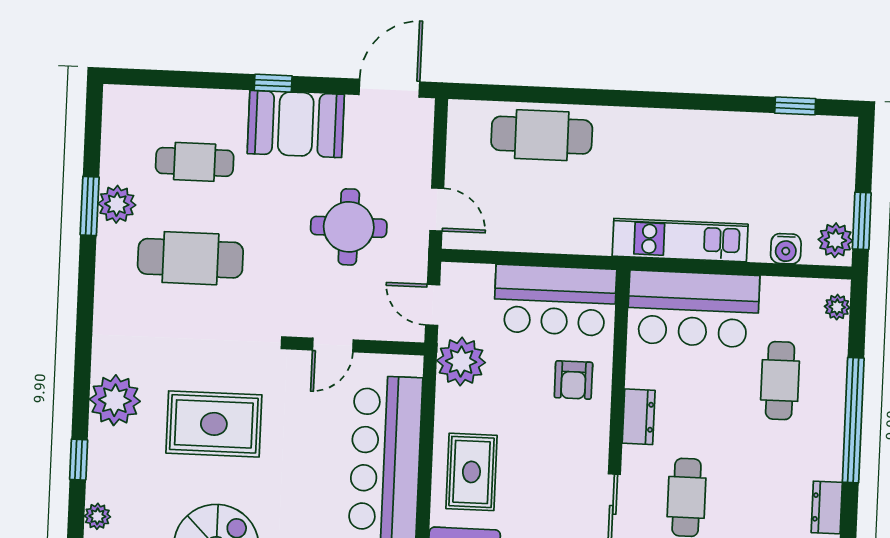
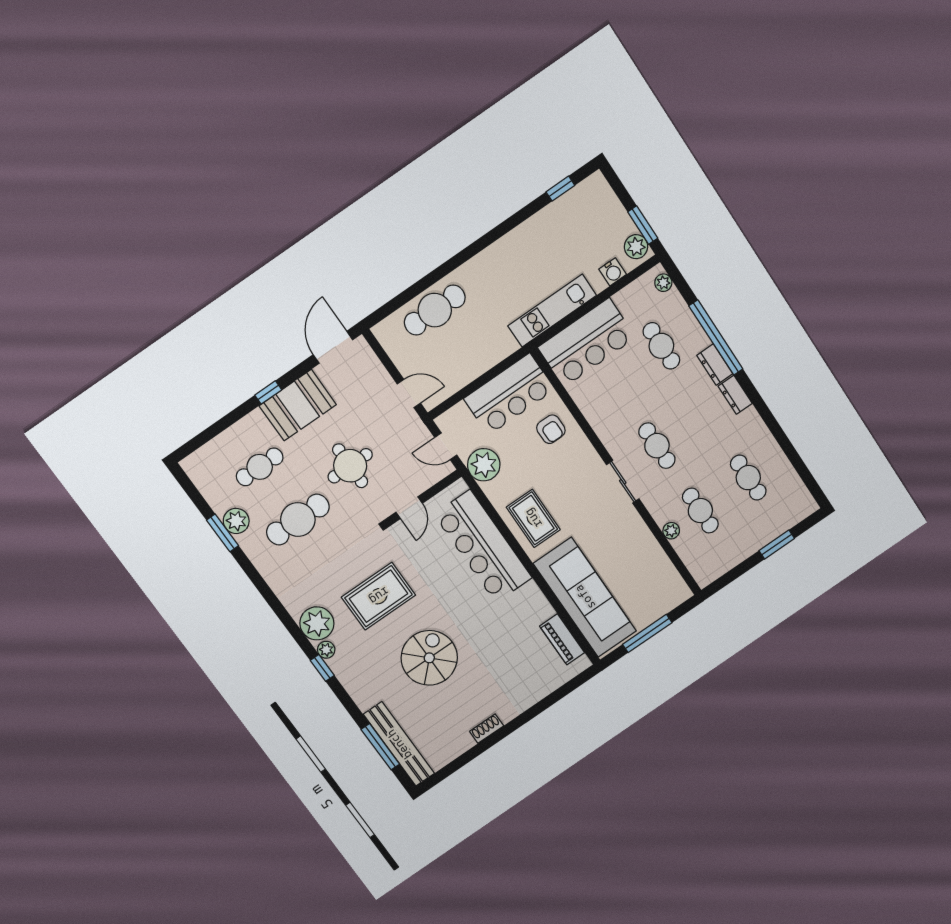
round table: (349, 227) -> (350, 466), moved
dresser: (639, 417) -> (715, 365), moved, turned 180
plant: (97, 516) -> (326, 650), moved

